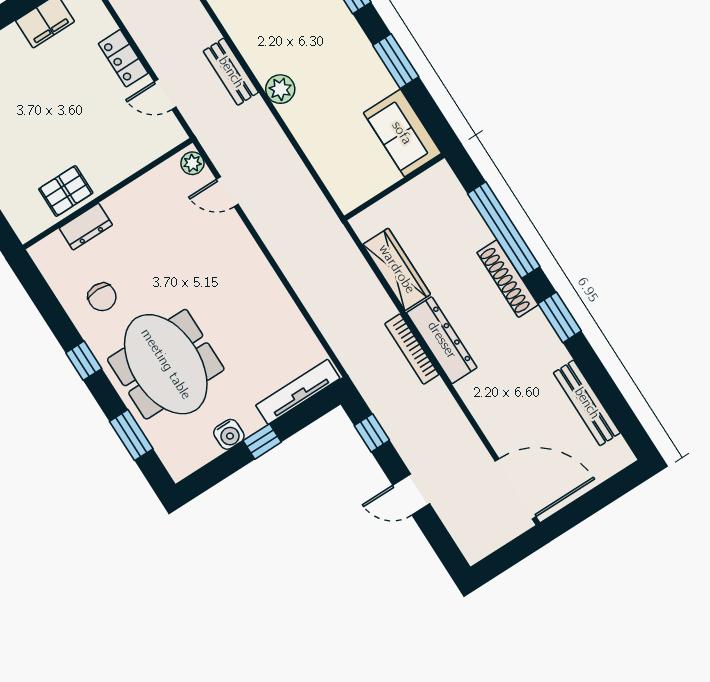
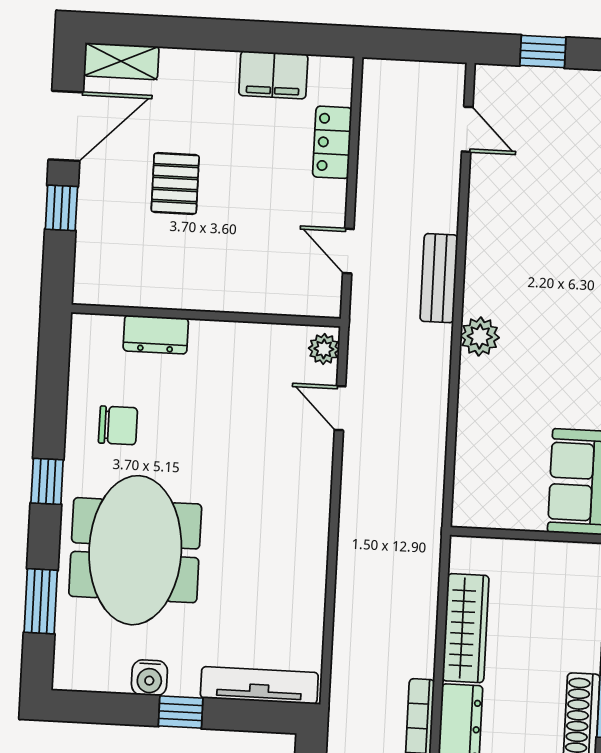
locker: (123, 58) -> (332, 142), moved
pallet: (66, 191) -> (175, 184), moved, turned 90
chair: (102, 297) -> (118, 425), turned -90

